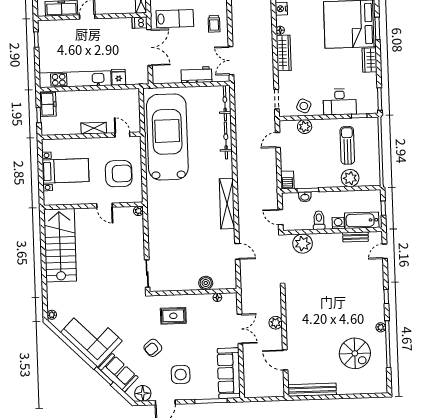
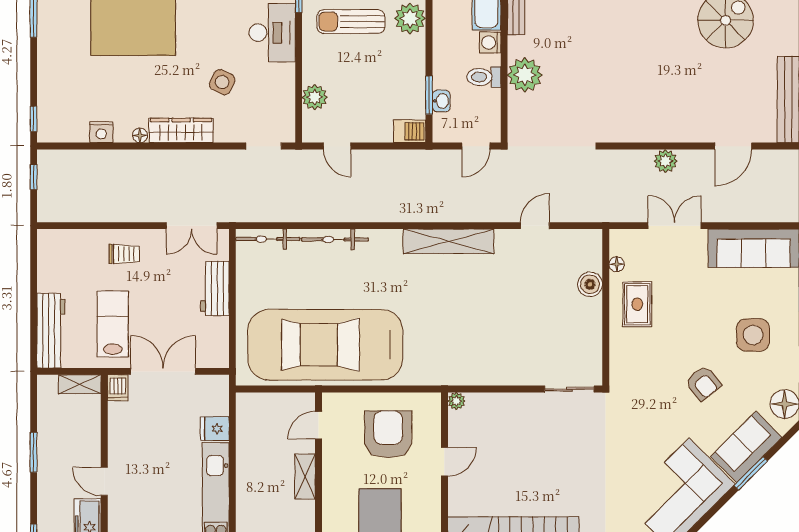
side table: (304, 106) -> (222, 82), moved
plant: (303, 244) -> (525, 75), moved
rug: (173, 316) -> (637, 304), moved

